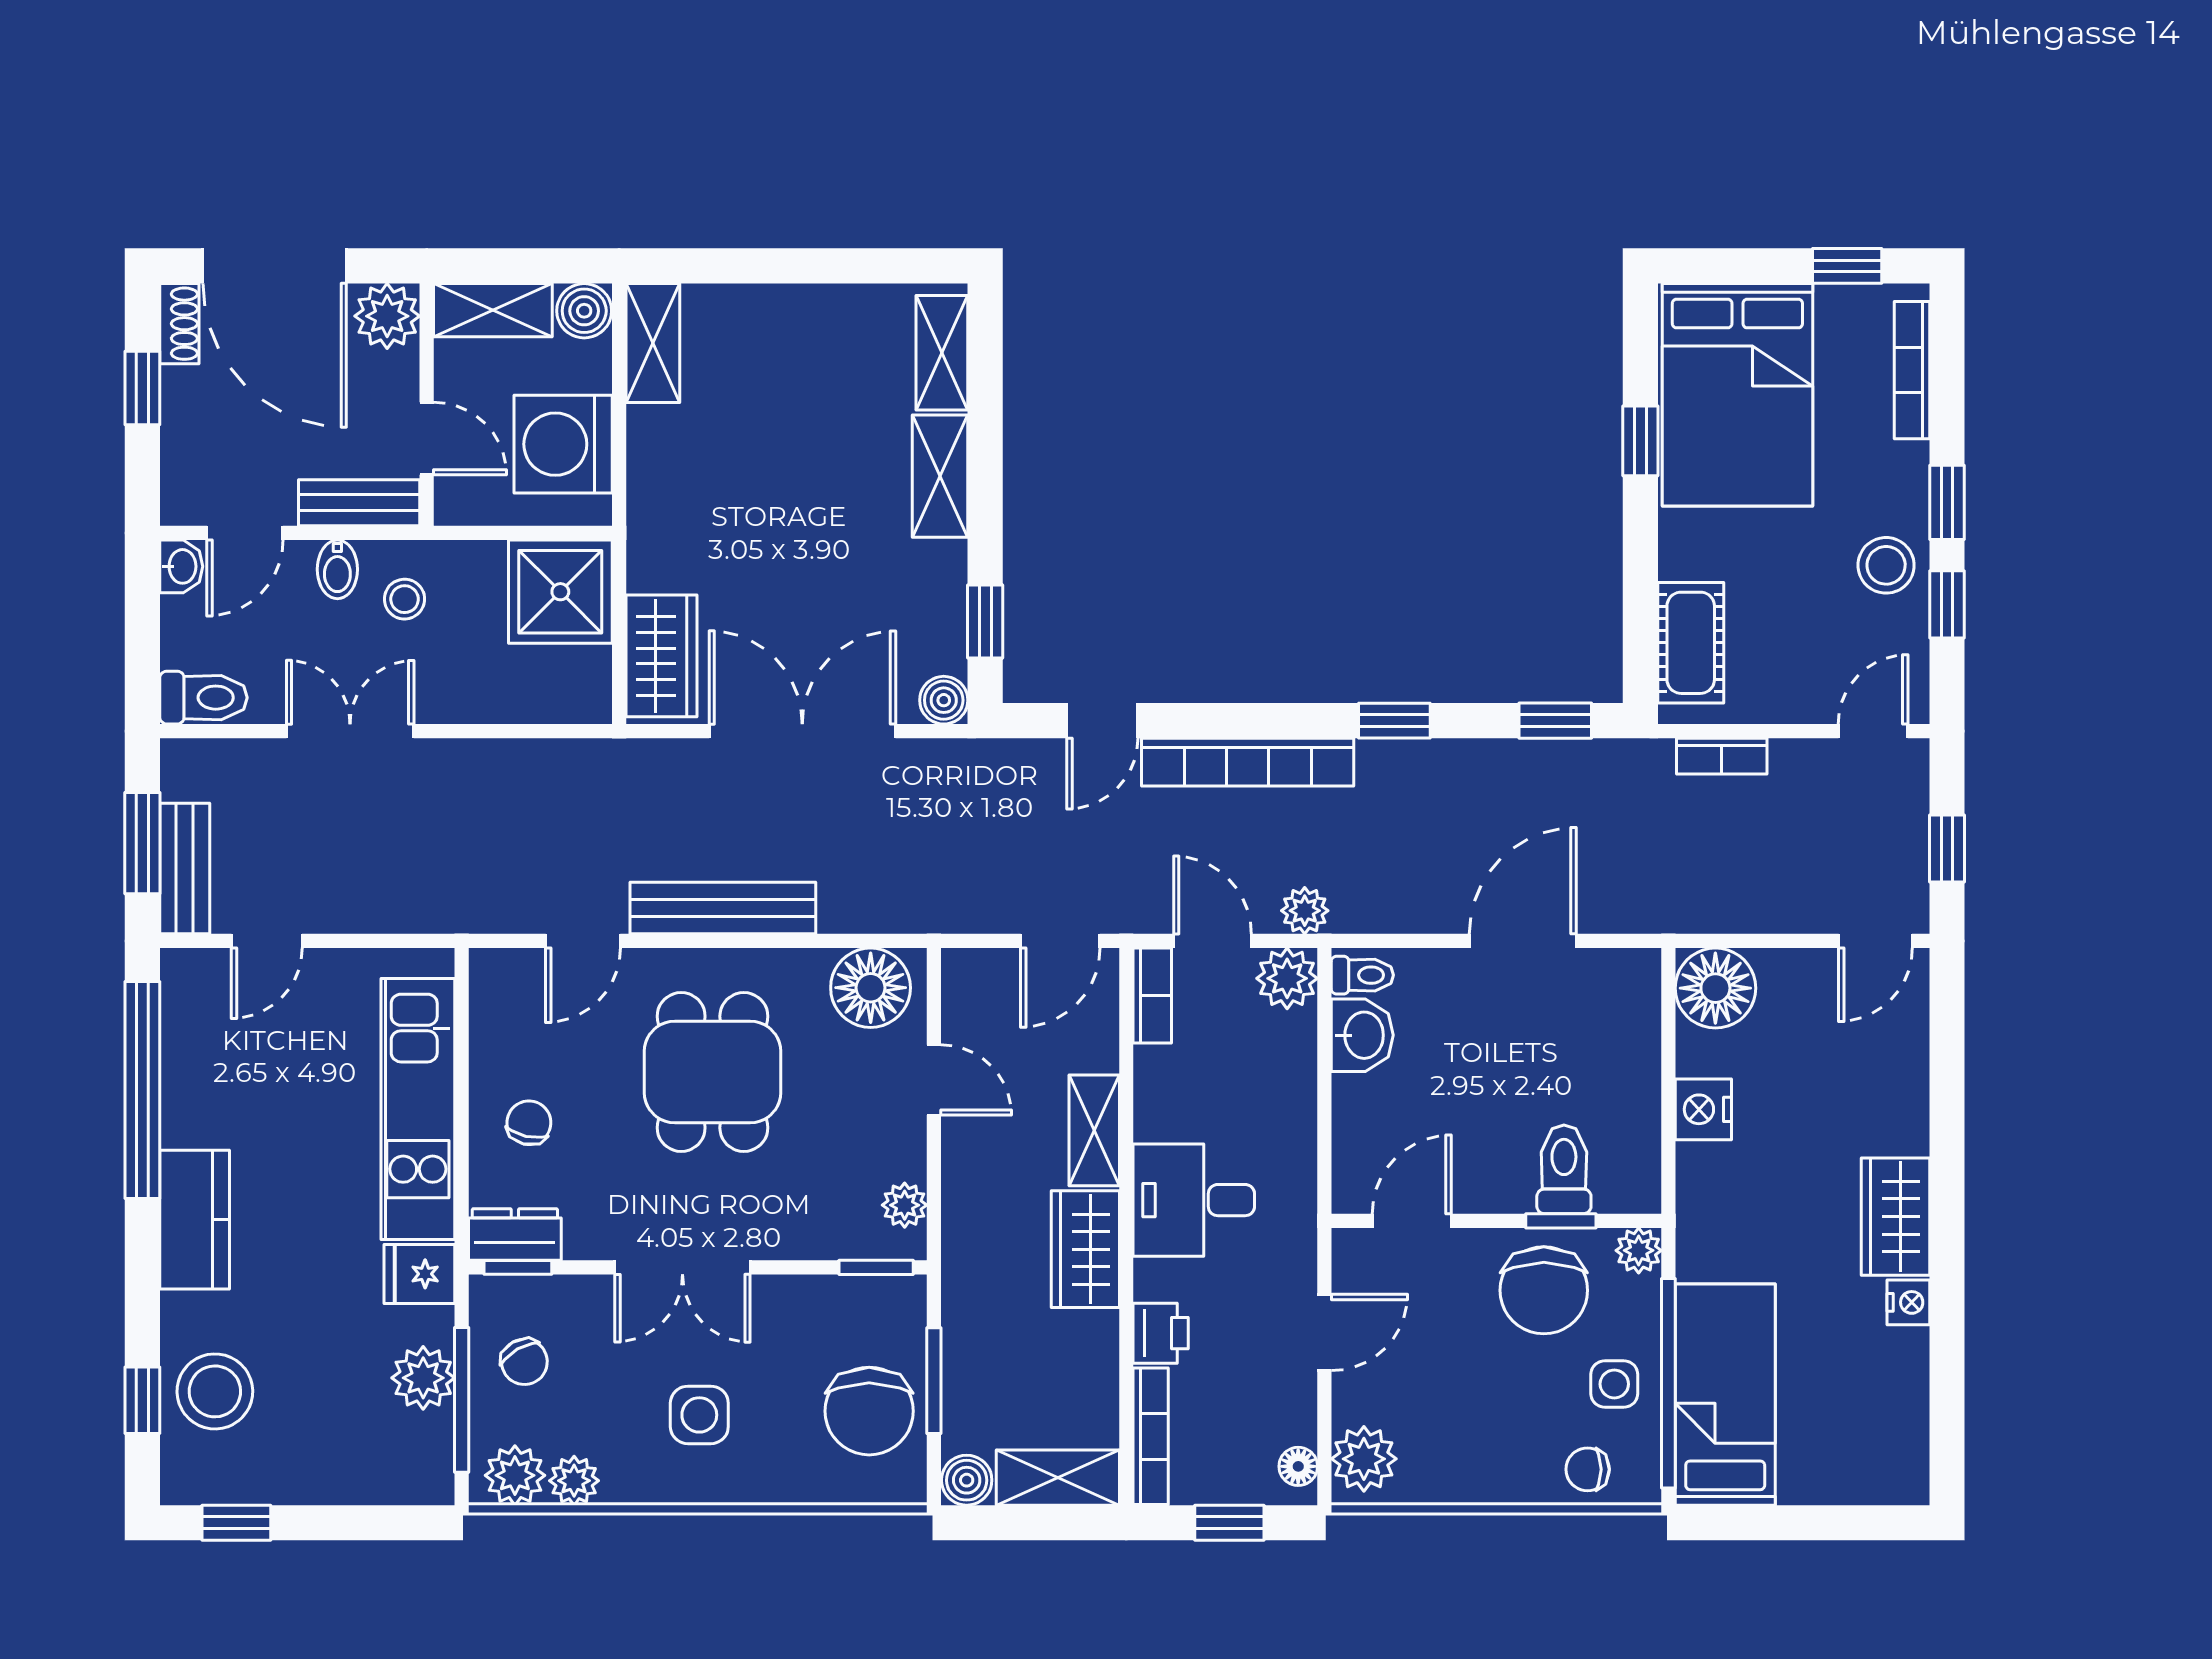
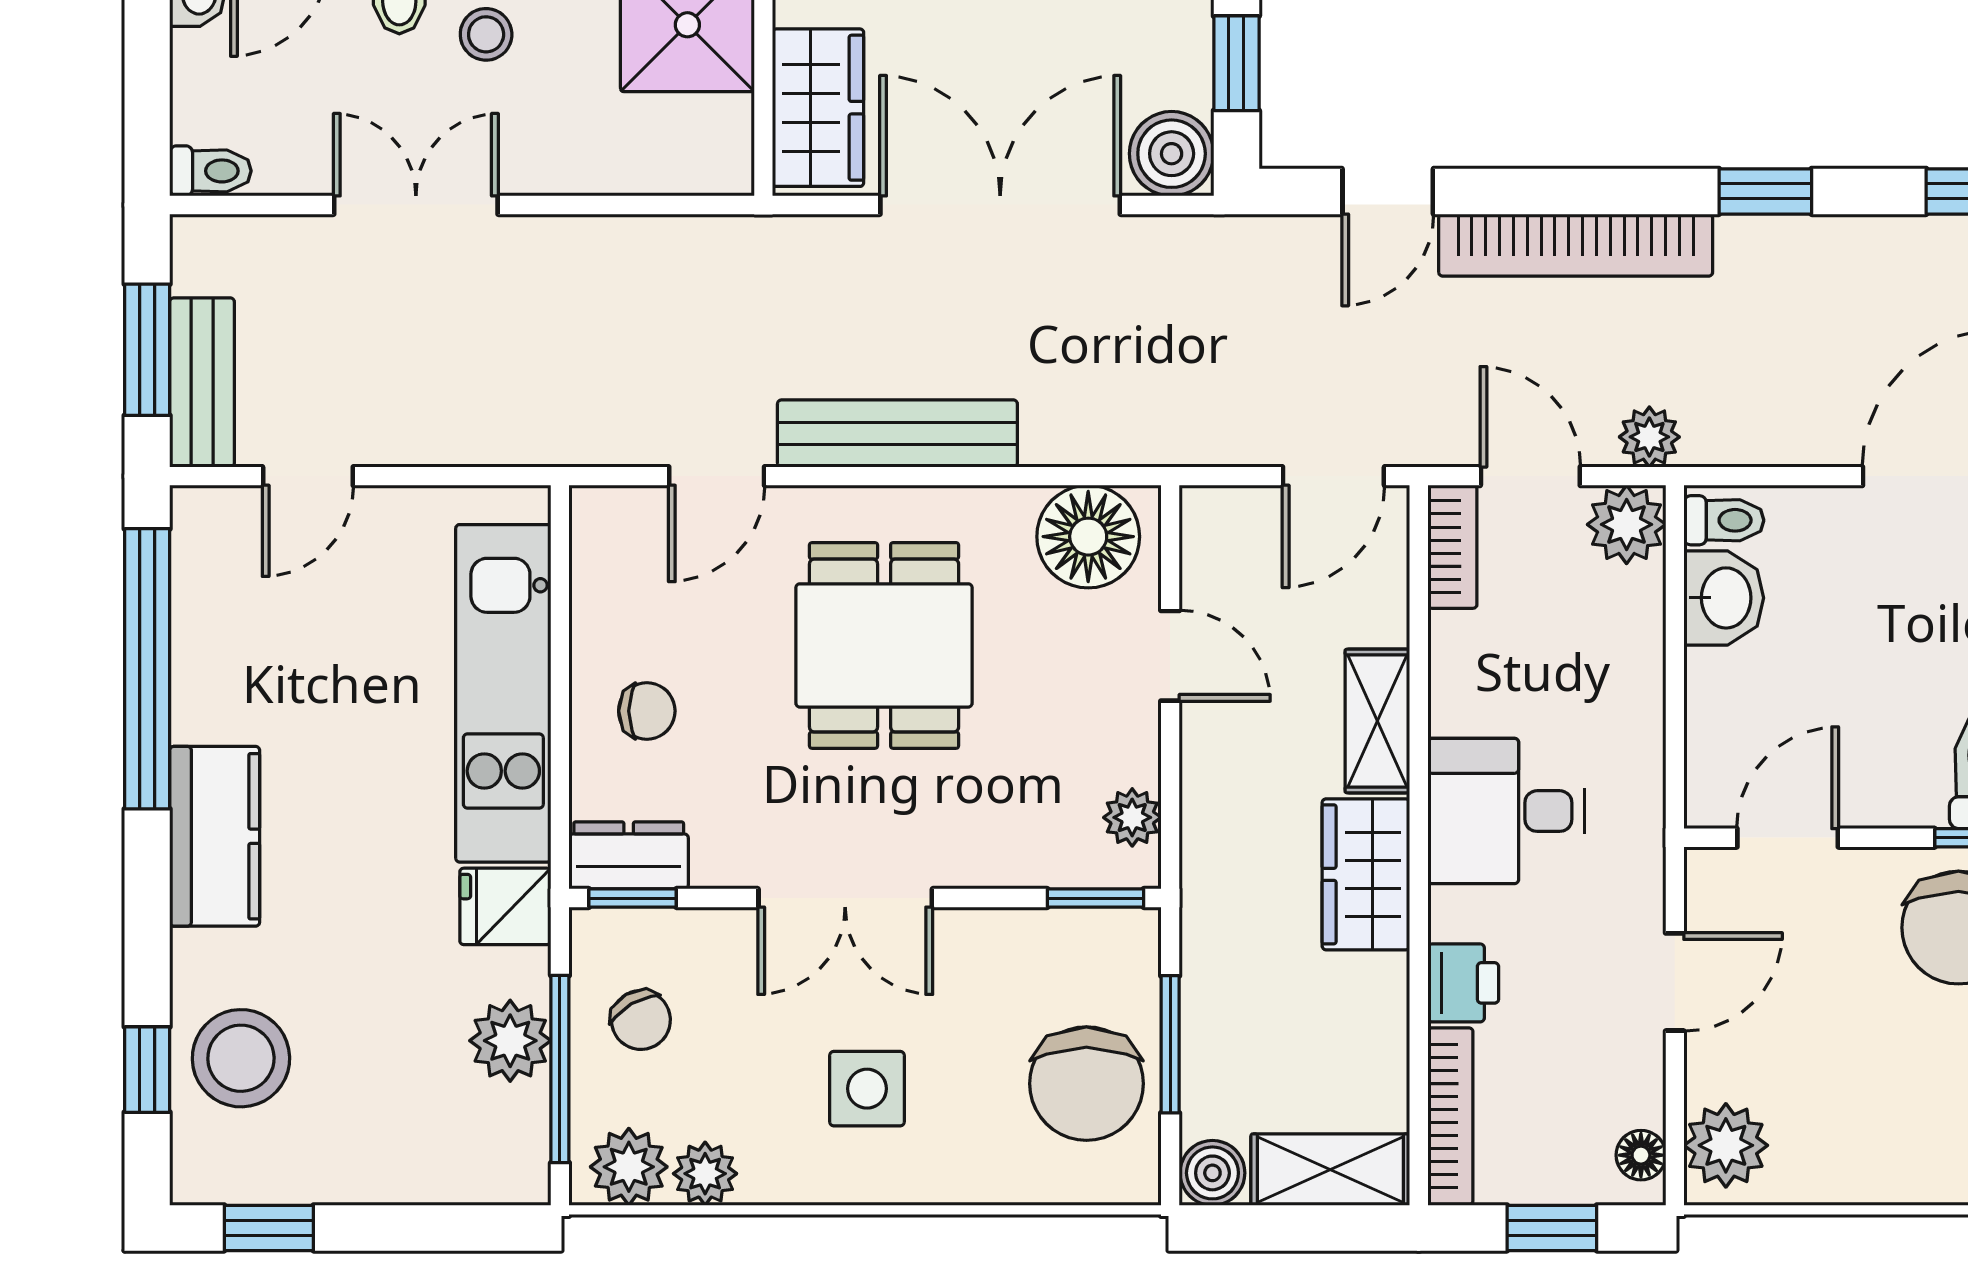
toilet: (203, 698) -> (210, 171), width x0.73, depth x0.72
boiler: (944, 700) -> (1172, 154), width x1.36, depth x1.36
chair: (529, 1123) -> (647, 711), turned 77

